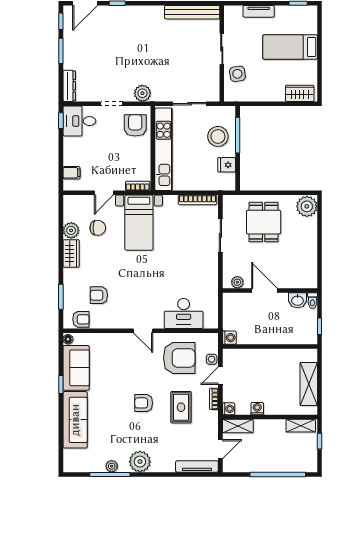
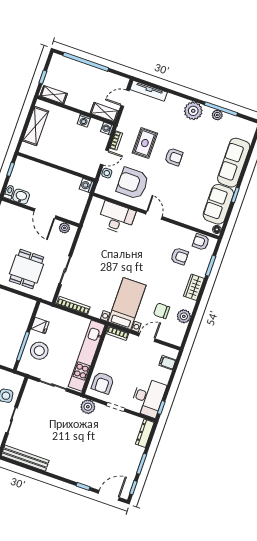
desk: (79, 121) -> (148, 397), width x1.37
wardrobe: (71, 253) -> (194, 287), moved

